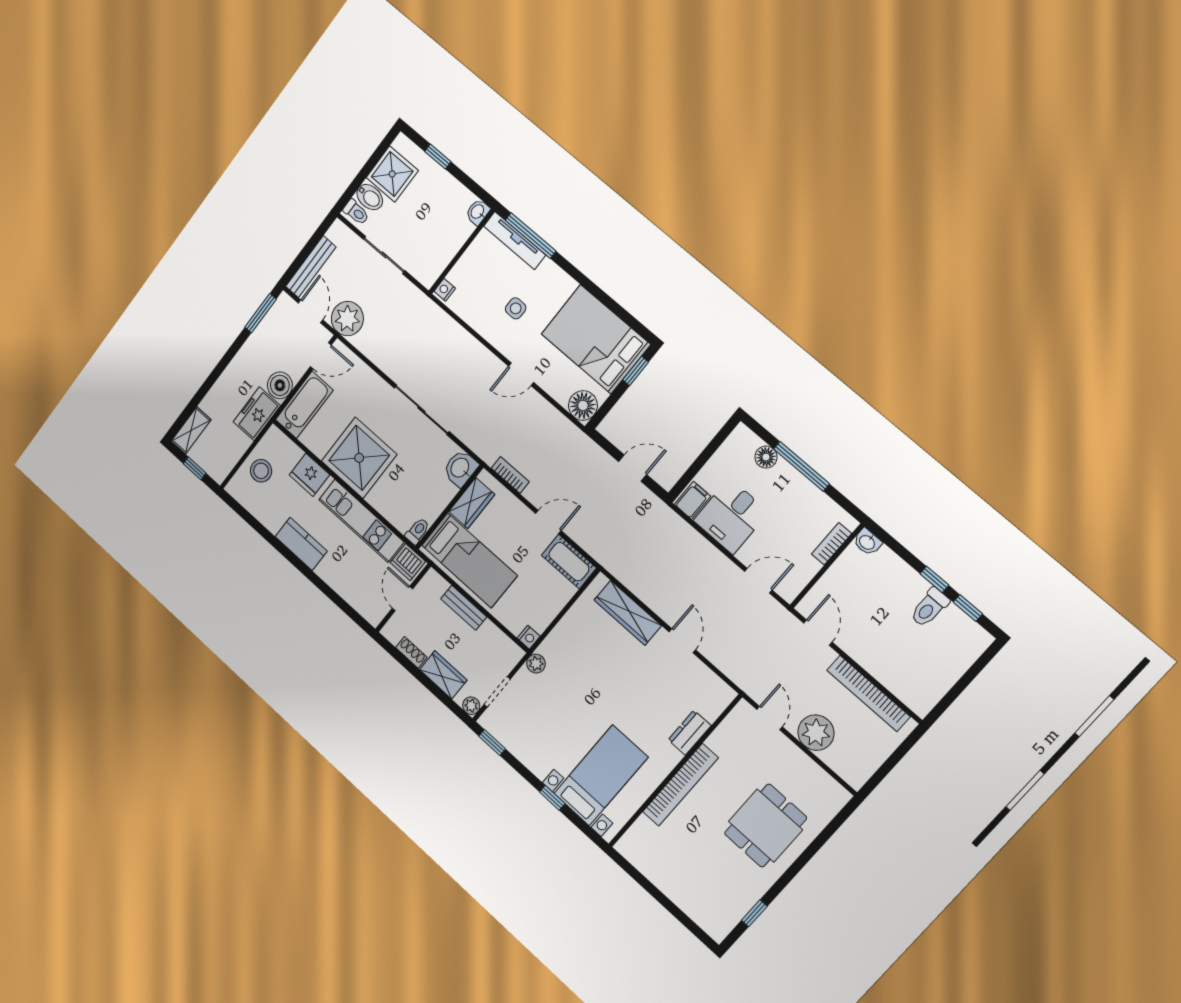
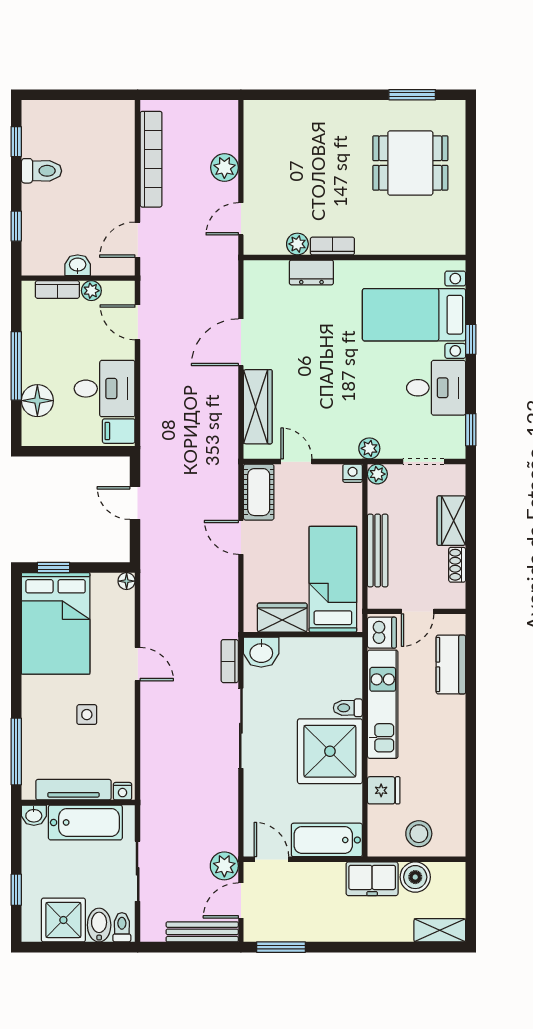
tv unit: (515, 241) -> (73, 790), moved, turned -90
bathtub: (444, 245) -> (85, 822), added
plant: (347, 319) -> (224, 866), width x0.73, depth x0.73
boiler: (280, 385) -> (415, 877), moved
floor lamp: (583, 406) -> (127, 581), width x0.53, depth x0.53
floor lamp: (766, 457) -> (37, 401), width x1.38, depth x1.38
window: (195, 468) -> (471, 899), removed
fridge: (309, 475) -> (384, 790), width x0.72
bookcase: (510, 475) -> (230, 661), moved
toilet: (417, 531) -> (348, 708), moved
washbasin: (867, 542) -> (78, 265), moved, turned -90
kitchen counter: (301, 544) -> (451, 665), moved
plant: (810, 568) -> (91, 291), added
window: (934, 579) -> (16, 226), moved
door: (568, 606) -> (296, 462), added
bench: (464, 608) -> (378, 551), width x1.36
door: (682, 641) -> (241, 342), width x1.38
plant: (471, 706) -> (377, 474), moved
plant: (816, 733) -> (224, 168), width x0.73, depth x0.73
plant: (718, 741) -> (297, 244), added
desk: (539, 745) -> (436, 388), added
bookcase: (680, 785) -> (332, 246), width x0.43, depth x0.76
dining table: (765, 826) -> (410, 163), moved
window: (754, 913) -> (412, 95), width x1.50

